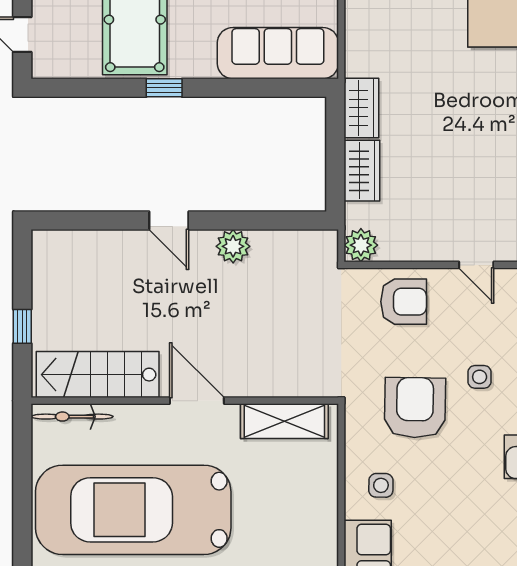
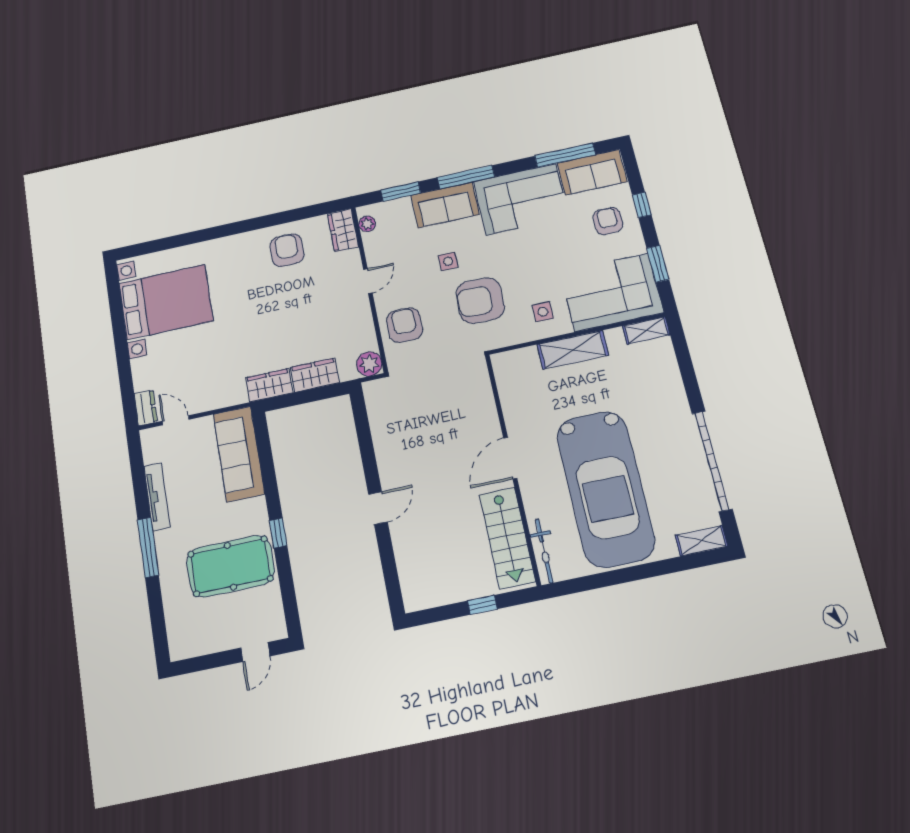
plant: (233, 246) -> (388, 456), removed
shelving: (284, 421) -> (573, 350), moved, turned 90

